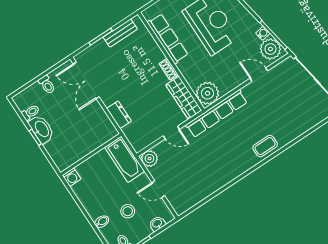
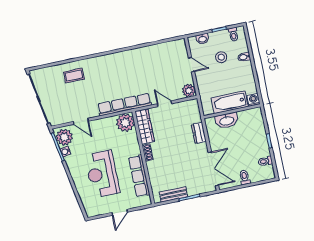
washbasin: (41, 129) -> (227, 121), moved, turned -90
coffee table: (265, 146) -> (74, 76), moved
bathtub: (125, 159) -> (230, 102), moved, turned -90

